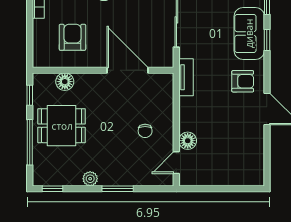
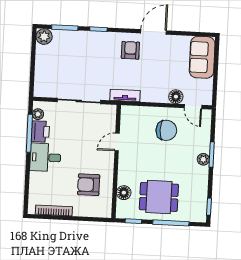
sofa: (249, 33) -> (202, 57), moved, turned 90
door: (127, 70) -> (117, 142), width x0.53
dining table: (62, 126) -> (159, 197), turned 90
chair: (145, 131) -> (166, 130), width x1.87, depth x1.87
plant: (90, 179) -> (203, 159), moved

